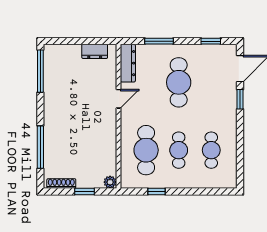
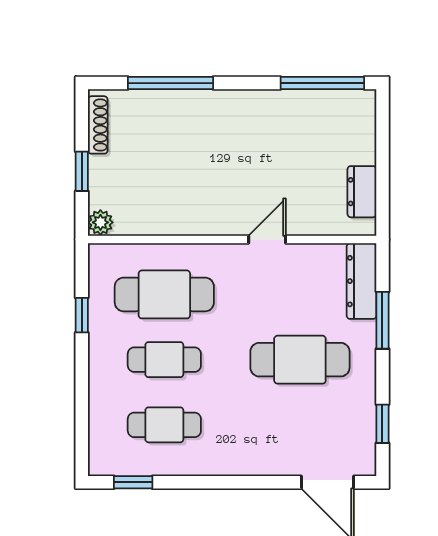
dresser: (128, 63) -> (361, 281), moved, turned 90
door: (119, 99) -> (267, 239), swing flipped
window: (240, 99) -> (133, 482), moved

